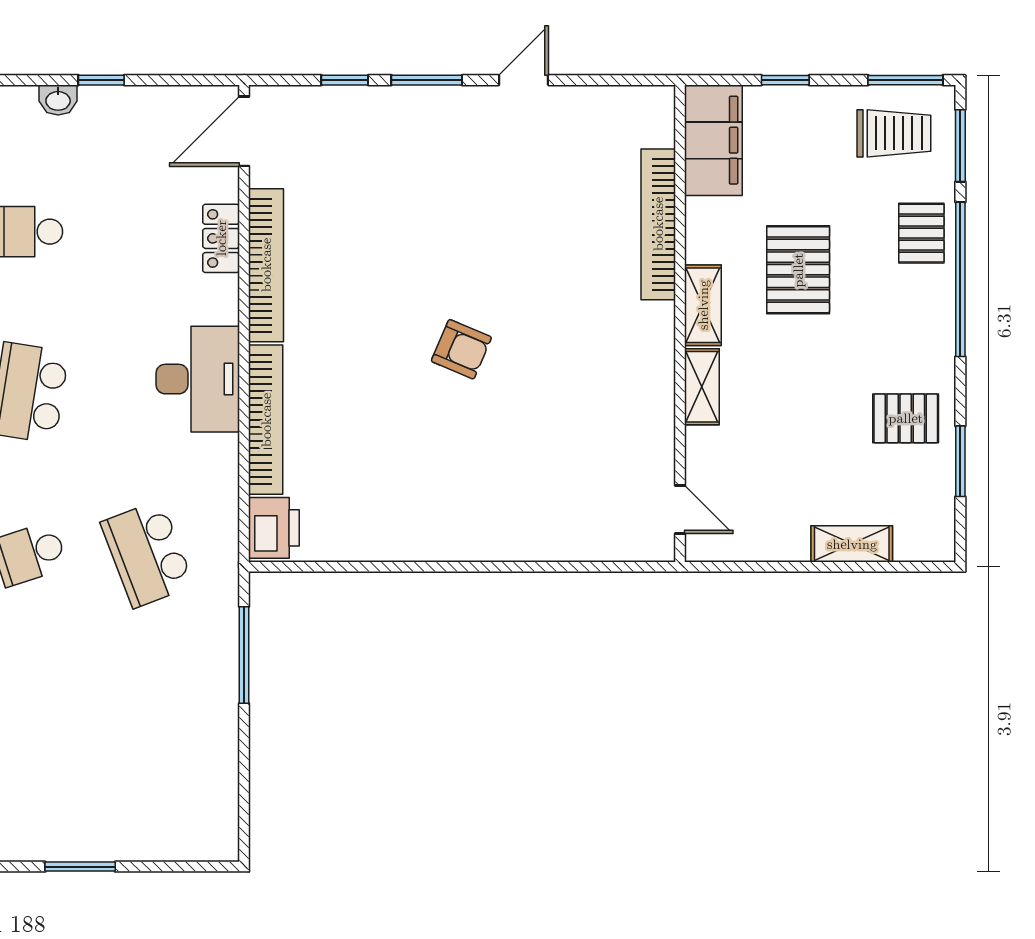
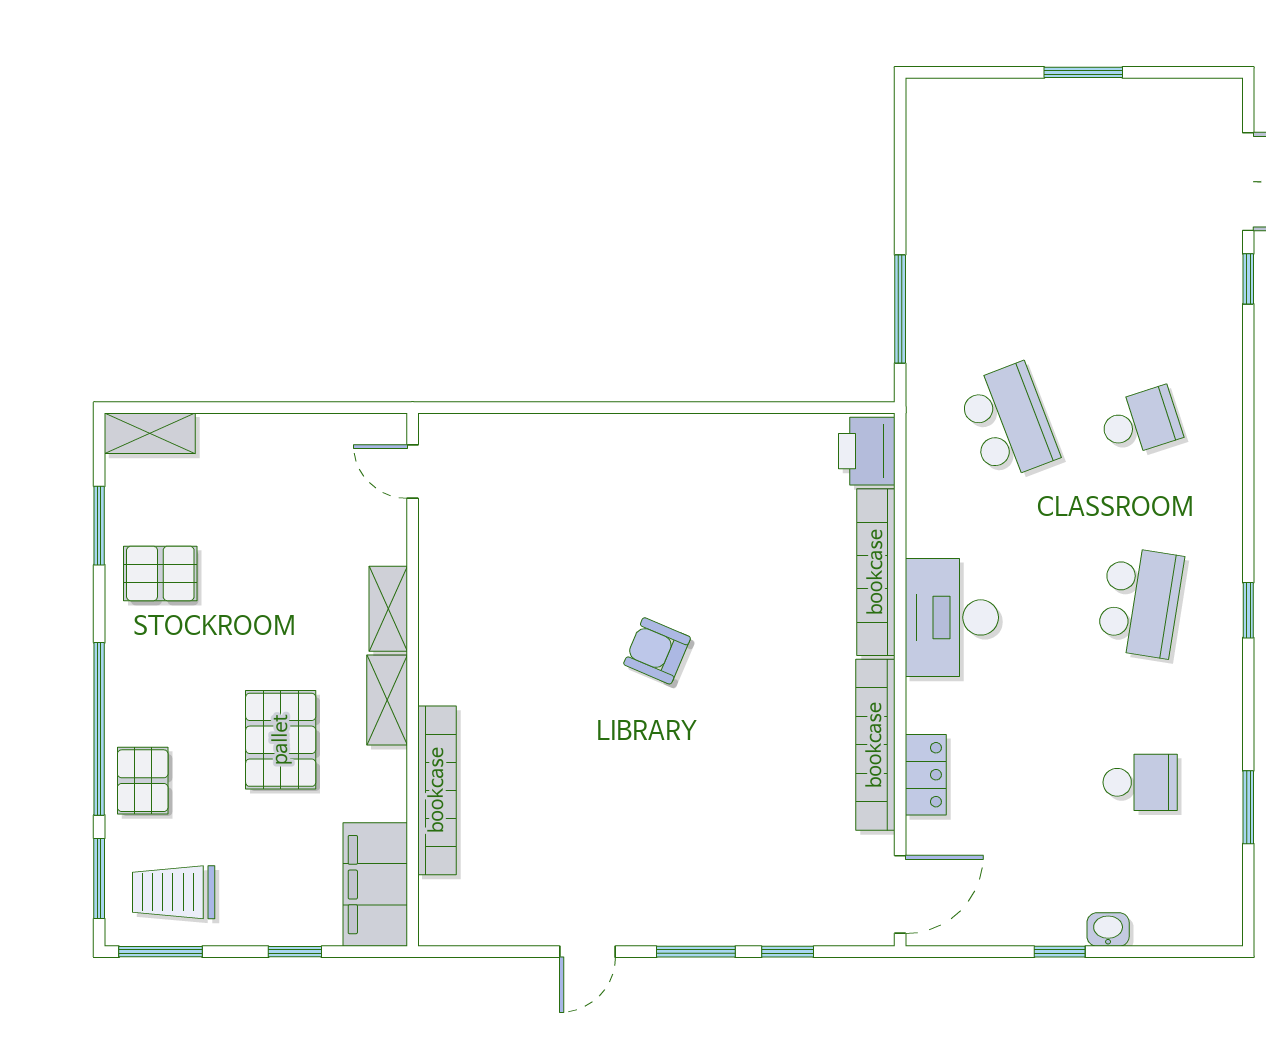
shelving: (852, 544) -> (150, 433), moved

